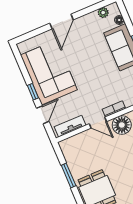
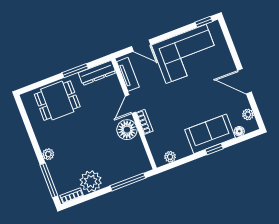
door: (62, 22) -> (244, 81), moved
window: (33, 92) -> (204, 22), moved
dresser: (70, 155) -> (97, 73), added

